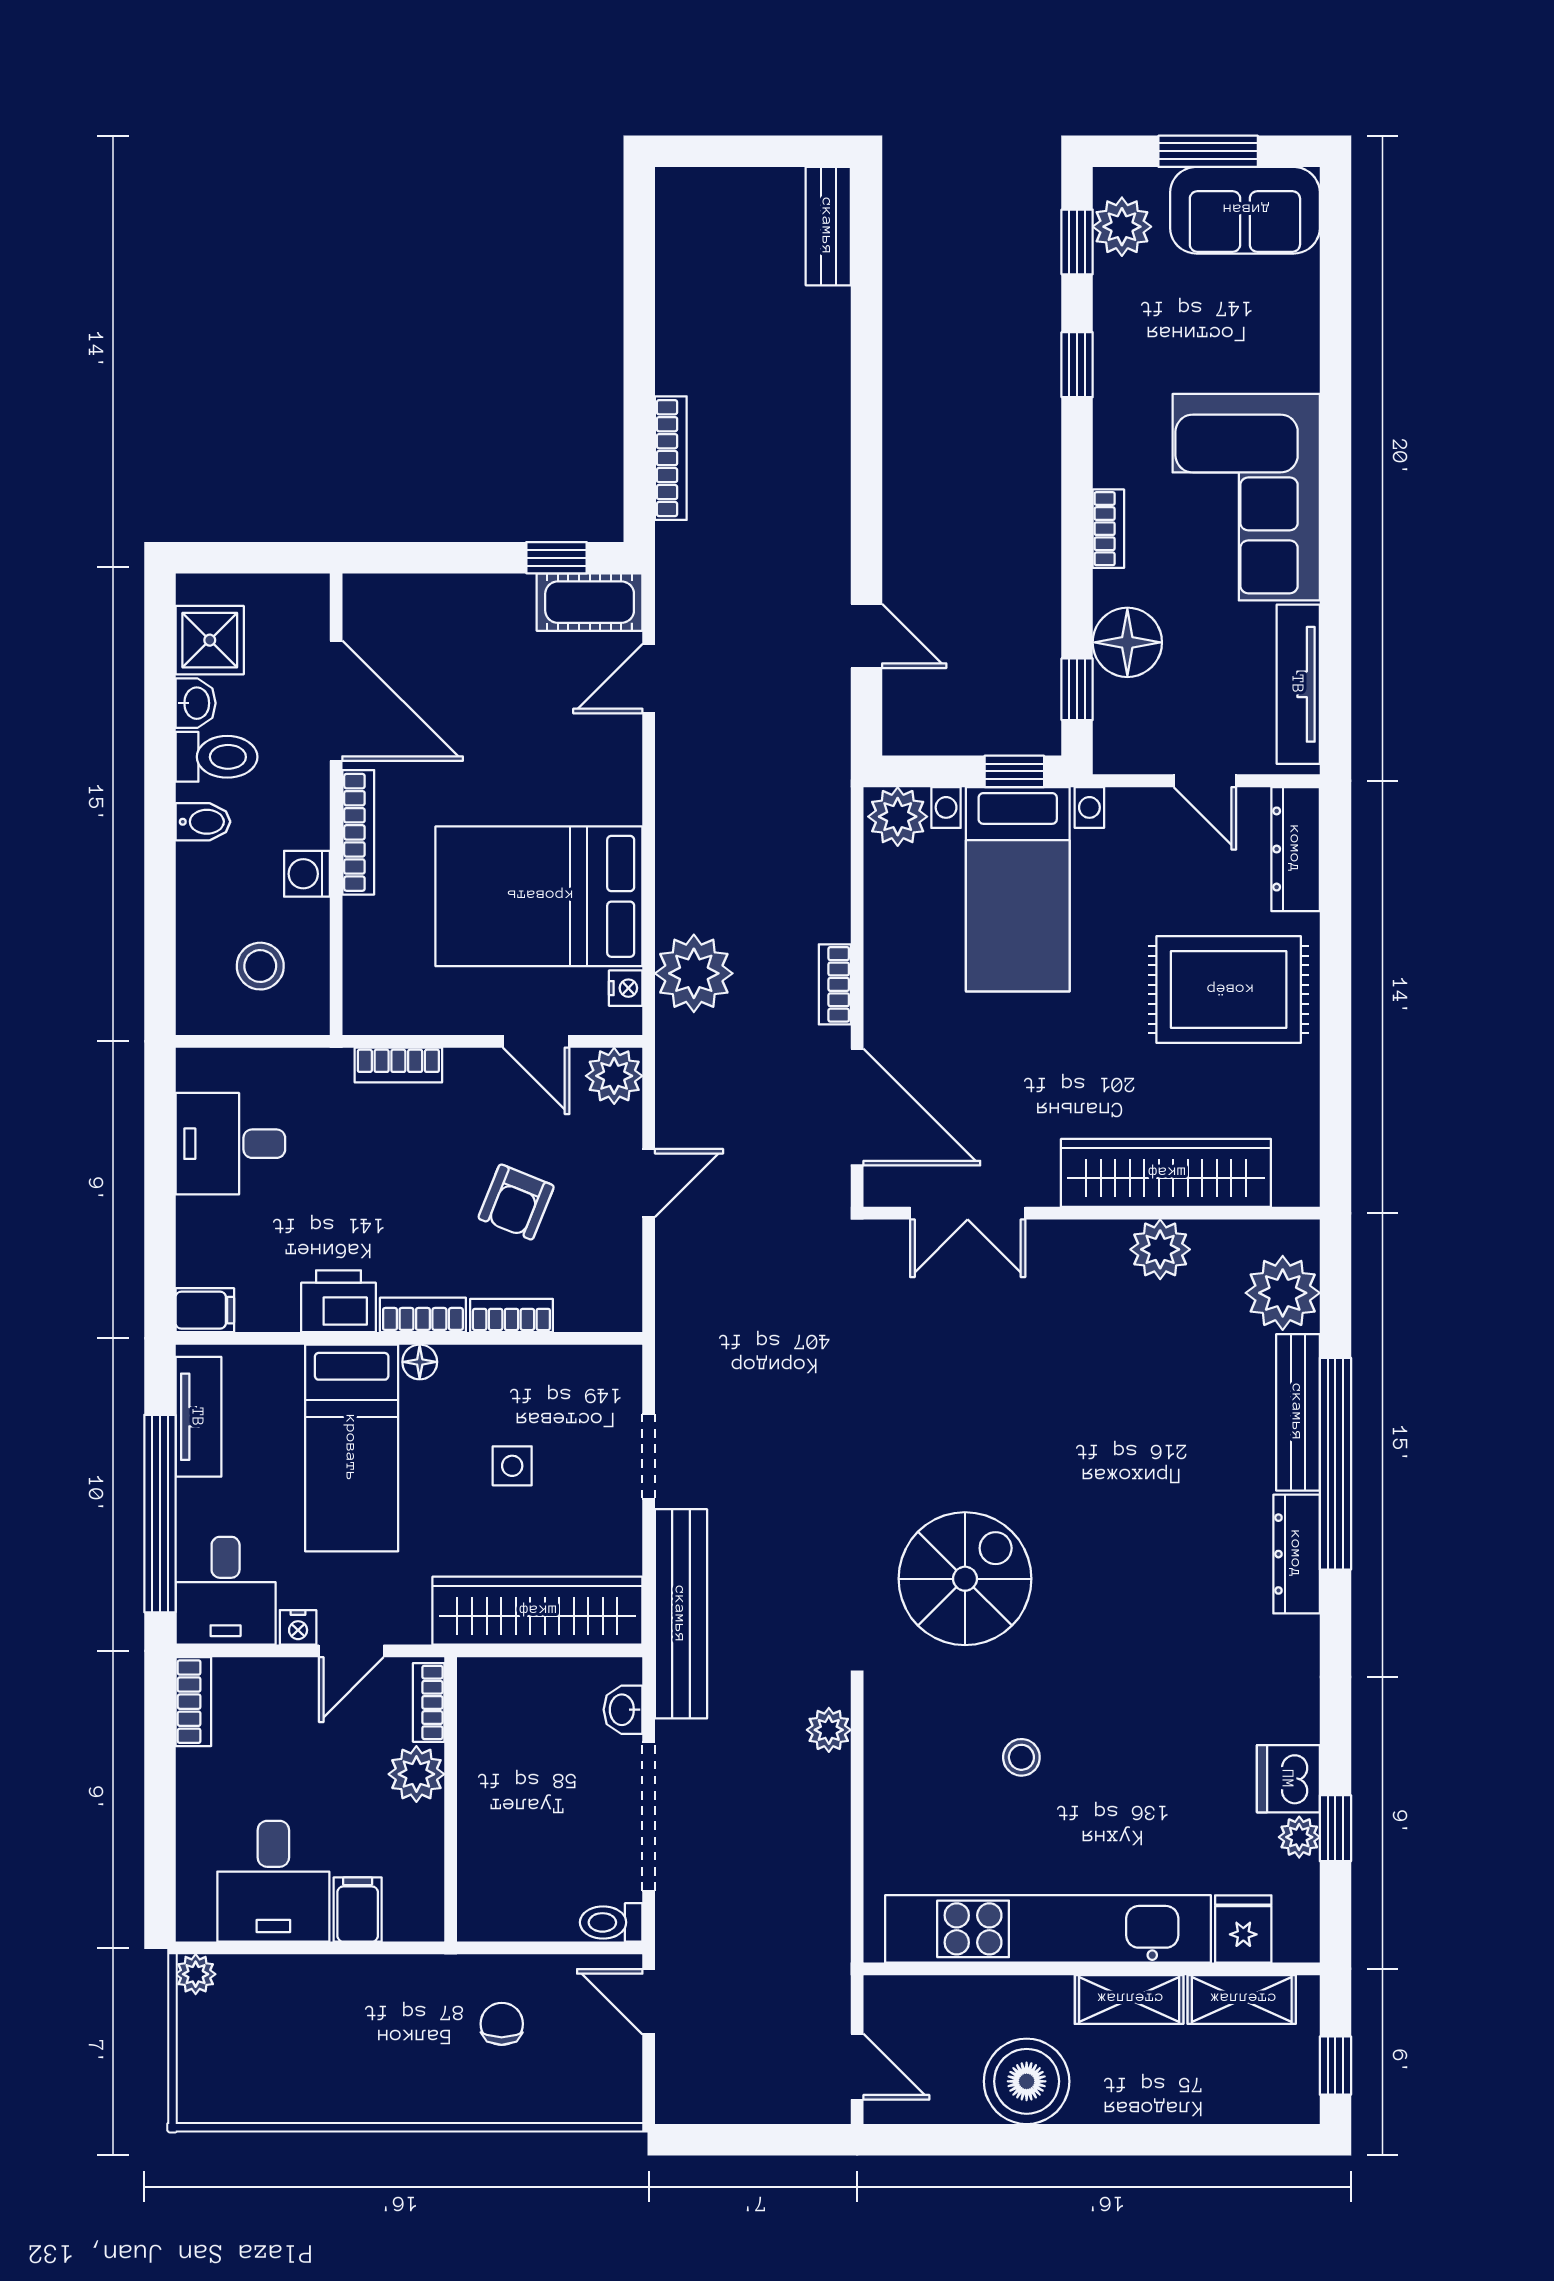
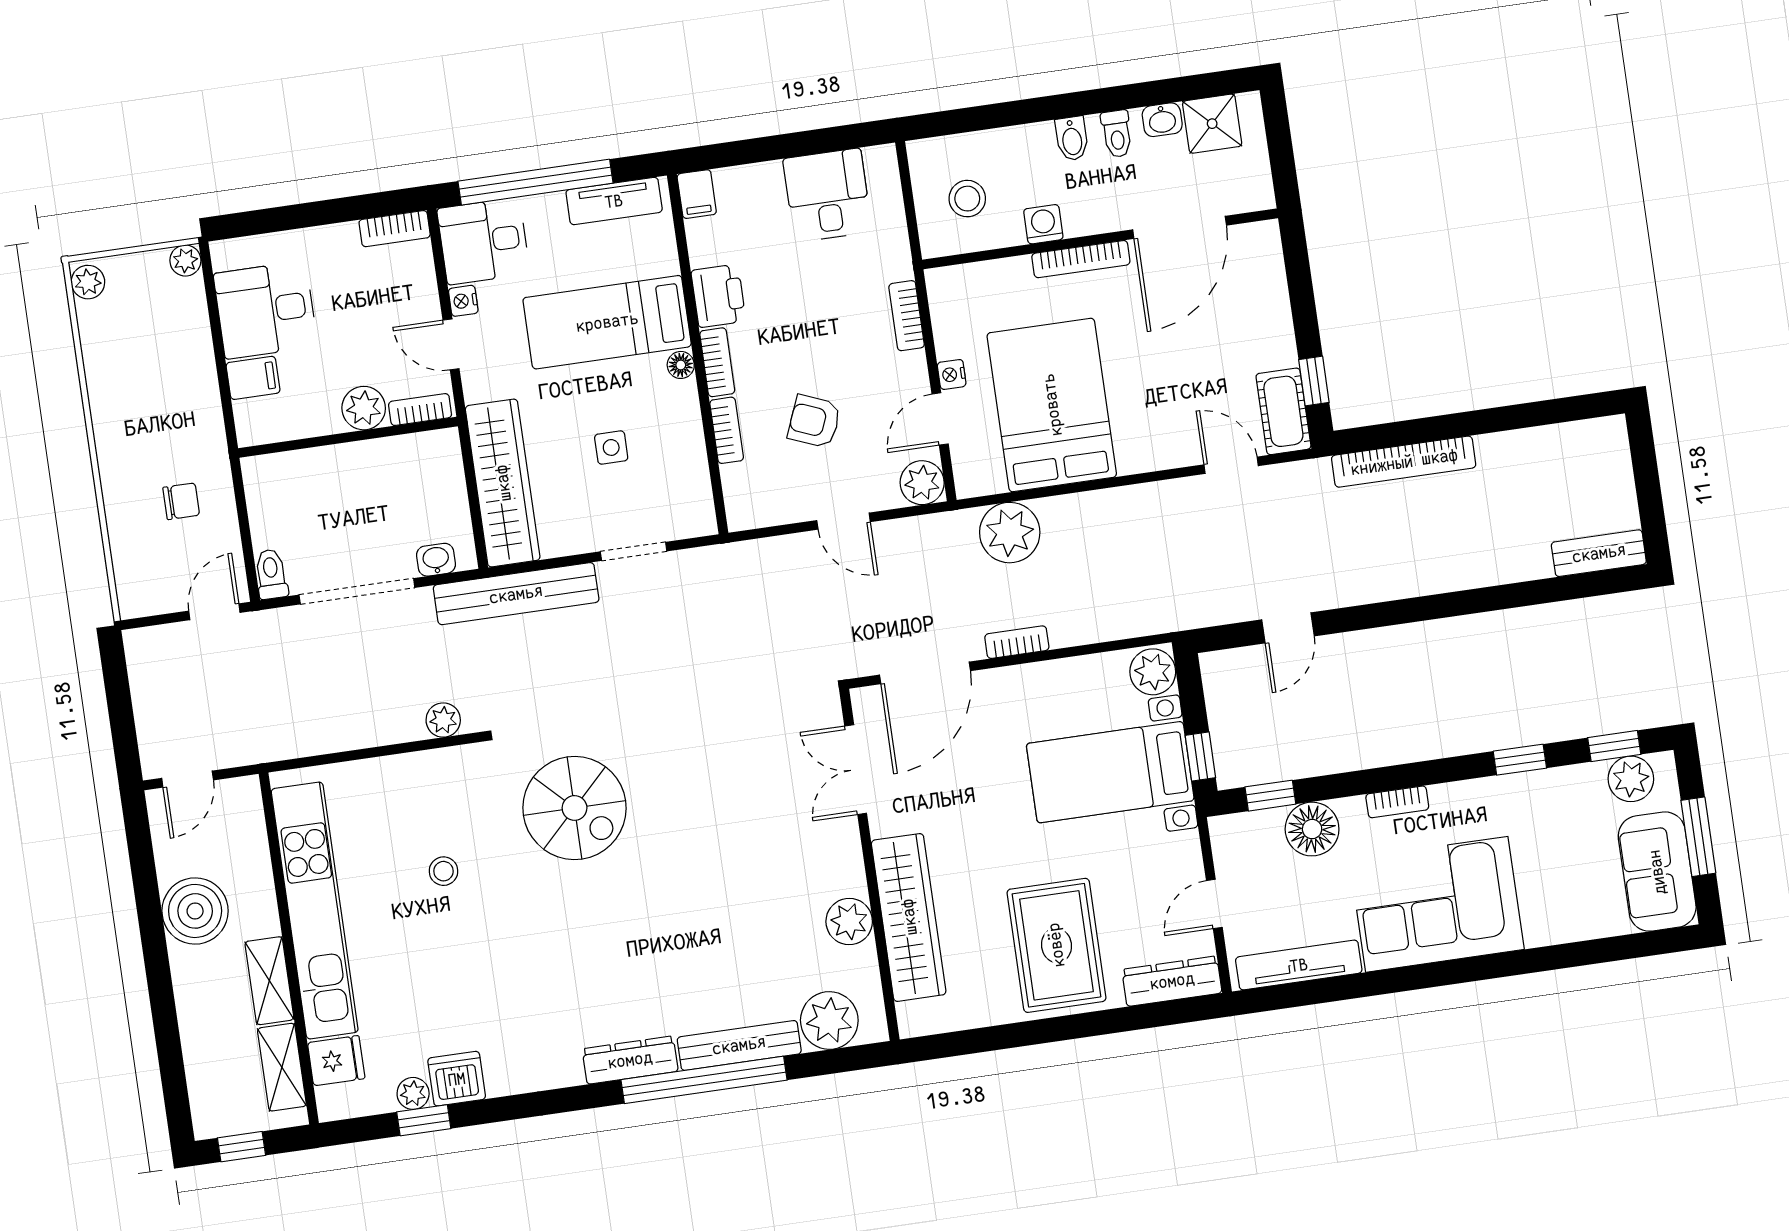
bookcase: (671, 458) -> (1404, 462), width x1.48, depth x1.31
toilet: (217, 757) -> (1117, 134), width x0.73, depth x0.72
nightstand: (626, 988) -> (952, 374), moved, turned 90
plant: (205, 2102) -> (88, 282), added

